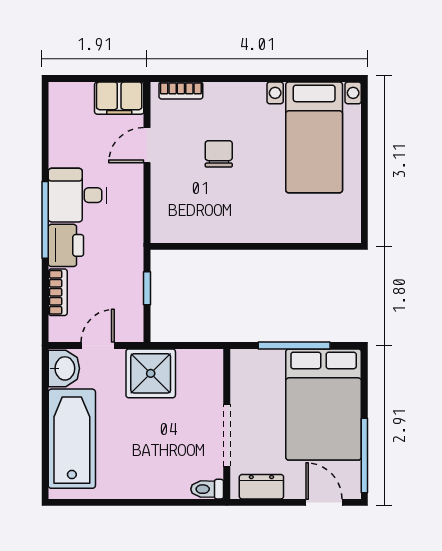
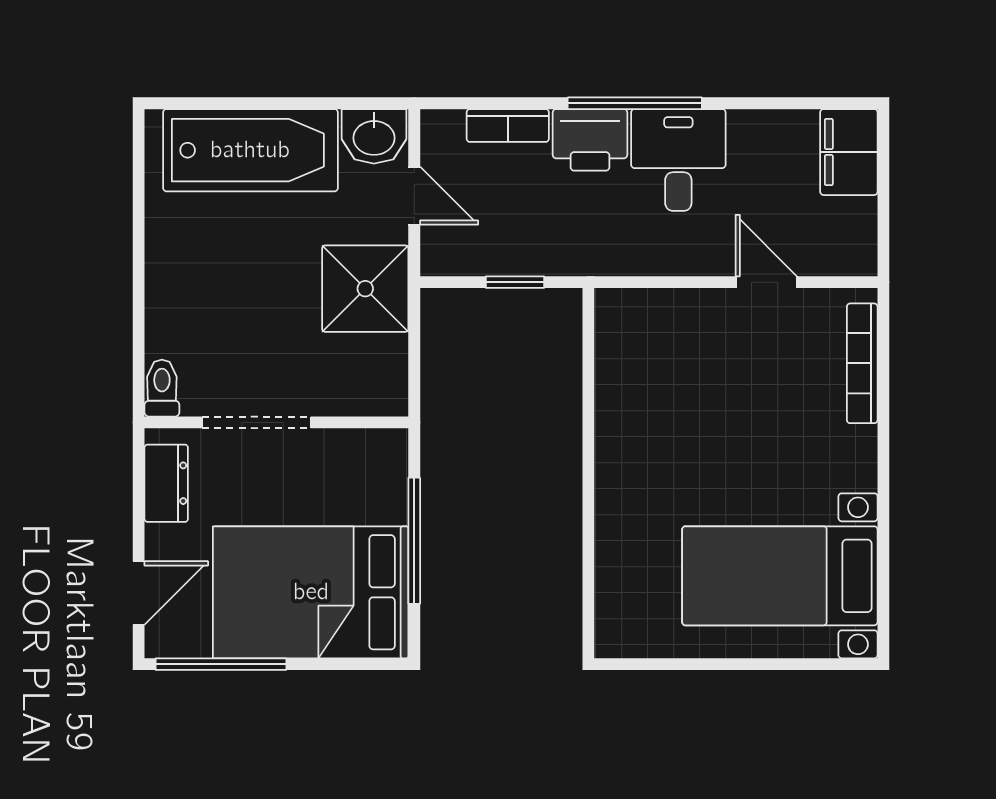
bookcase: (181, 90) -> (862, 363), width x1.56
filing cabinet: (119, 98) -> (849, 152), moved
chair: (219, 154) -> (751, 408), removed

